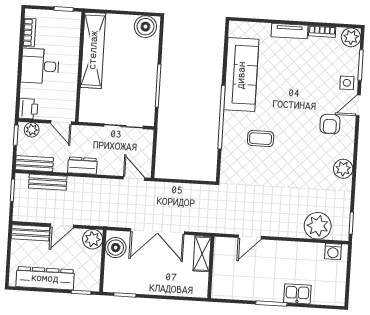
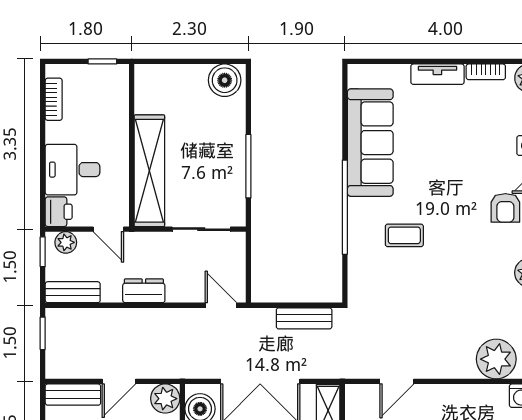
shelving: (93, 50) -> (149, 171), moved
desk: (40, 66) -> (72, 170), moved
bench: (48, 182) -> (304, 318), moved

